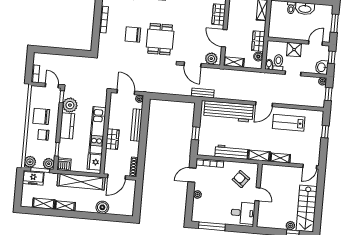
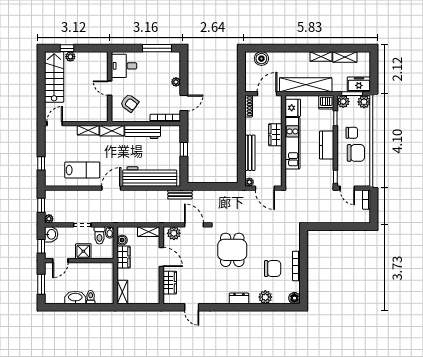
chair: (133, 34) -> (273, 269), moved
plant: (70, 105) -> (325, 168), removed
boiler: (102, 207) -> (261, 59), moved

